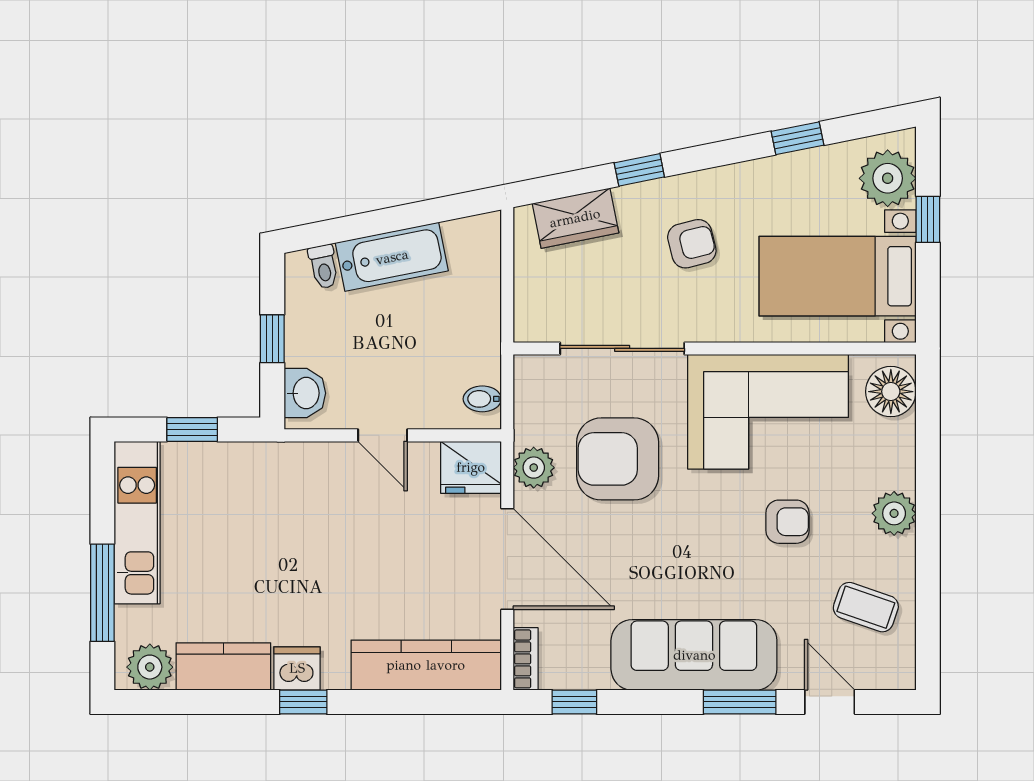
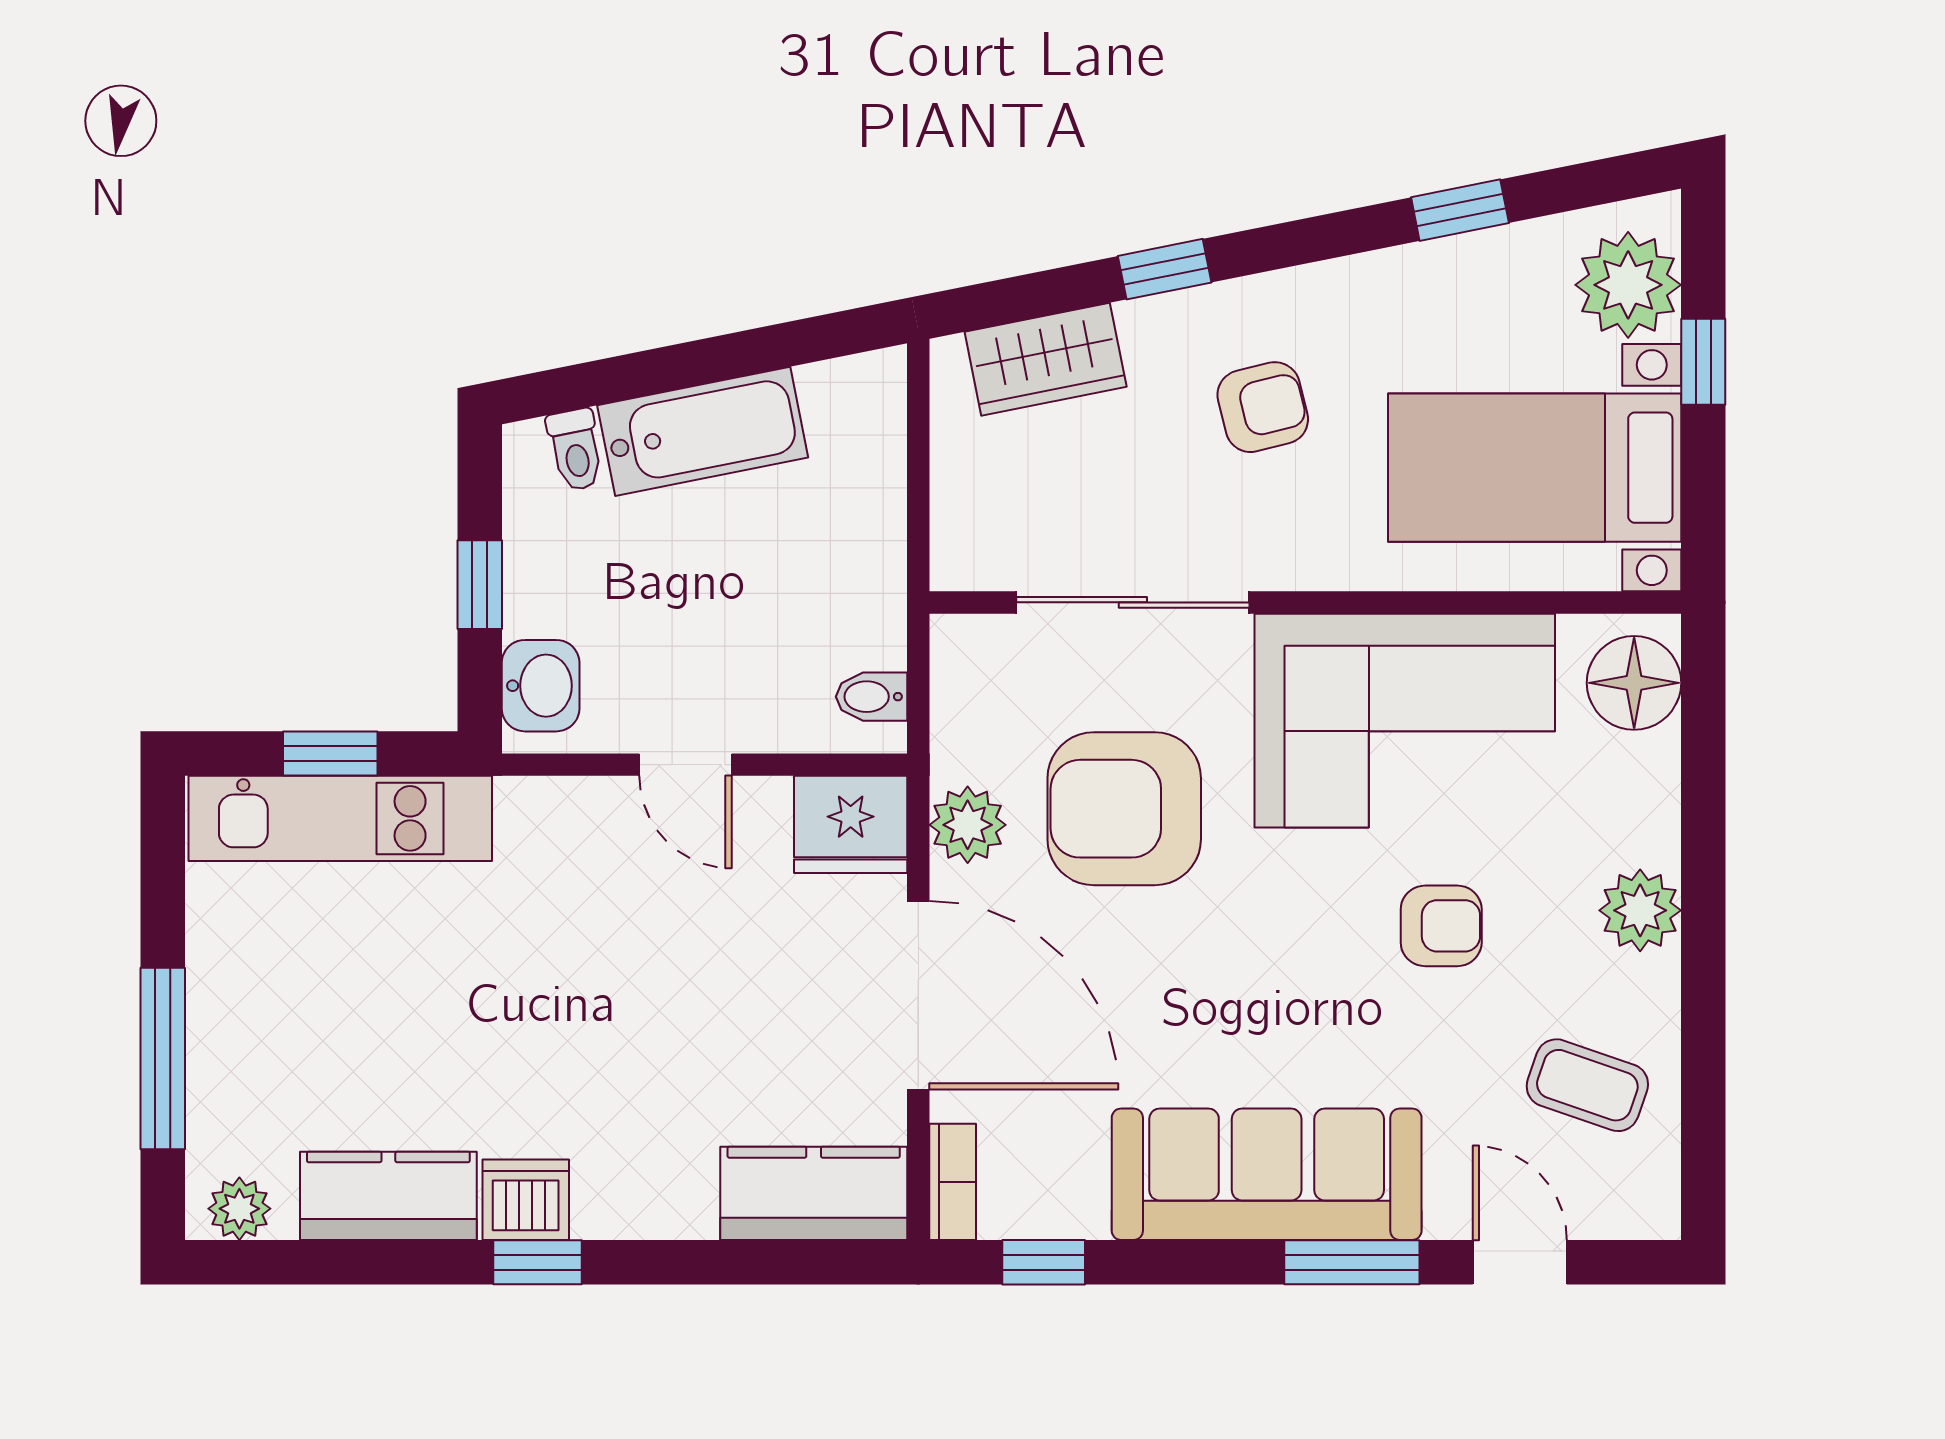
kitchen unit: (137, 523) -> (340, 818), moved, turned 90
kitchen counter: (426, 665) -> (814, 1193), width x0.67
plant: (150, 667) -> (239, 1209), width x0.73, depth x0.73

